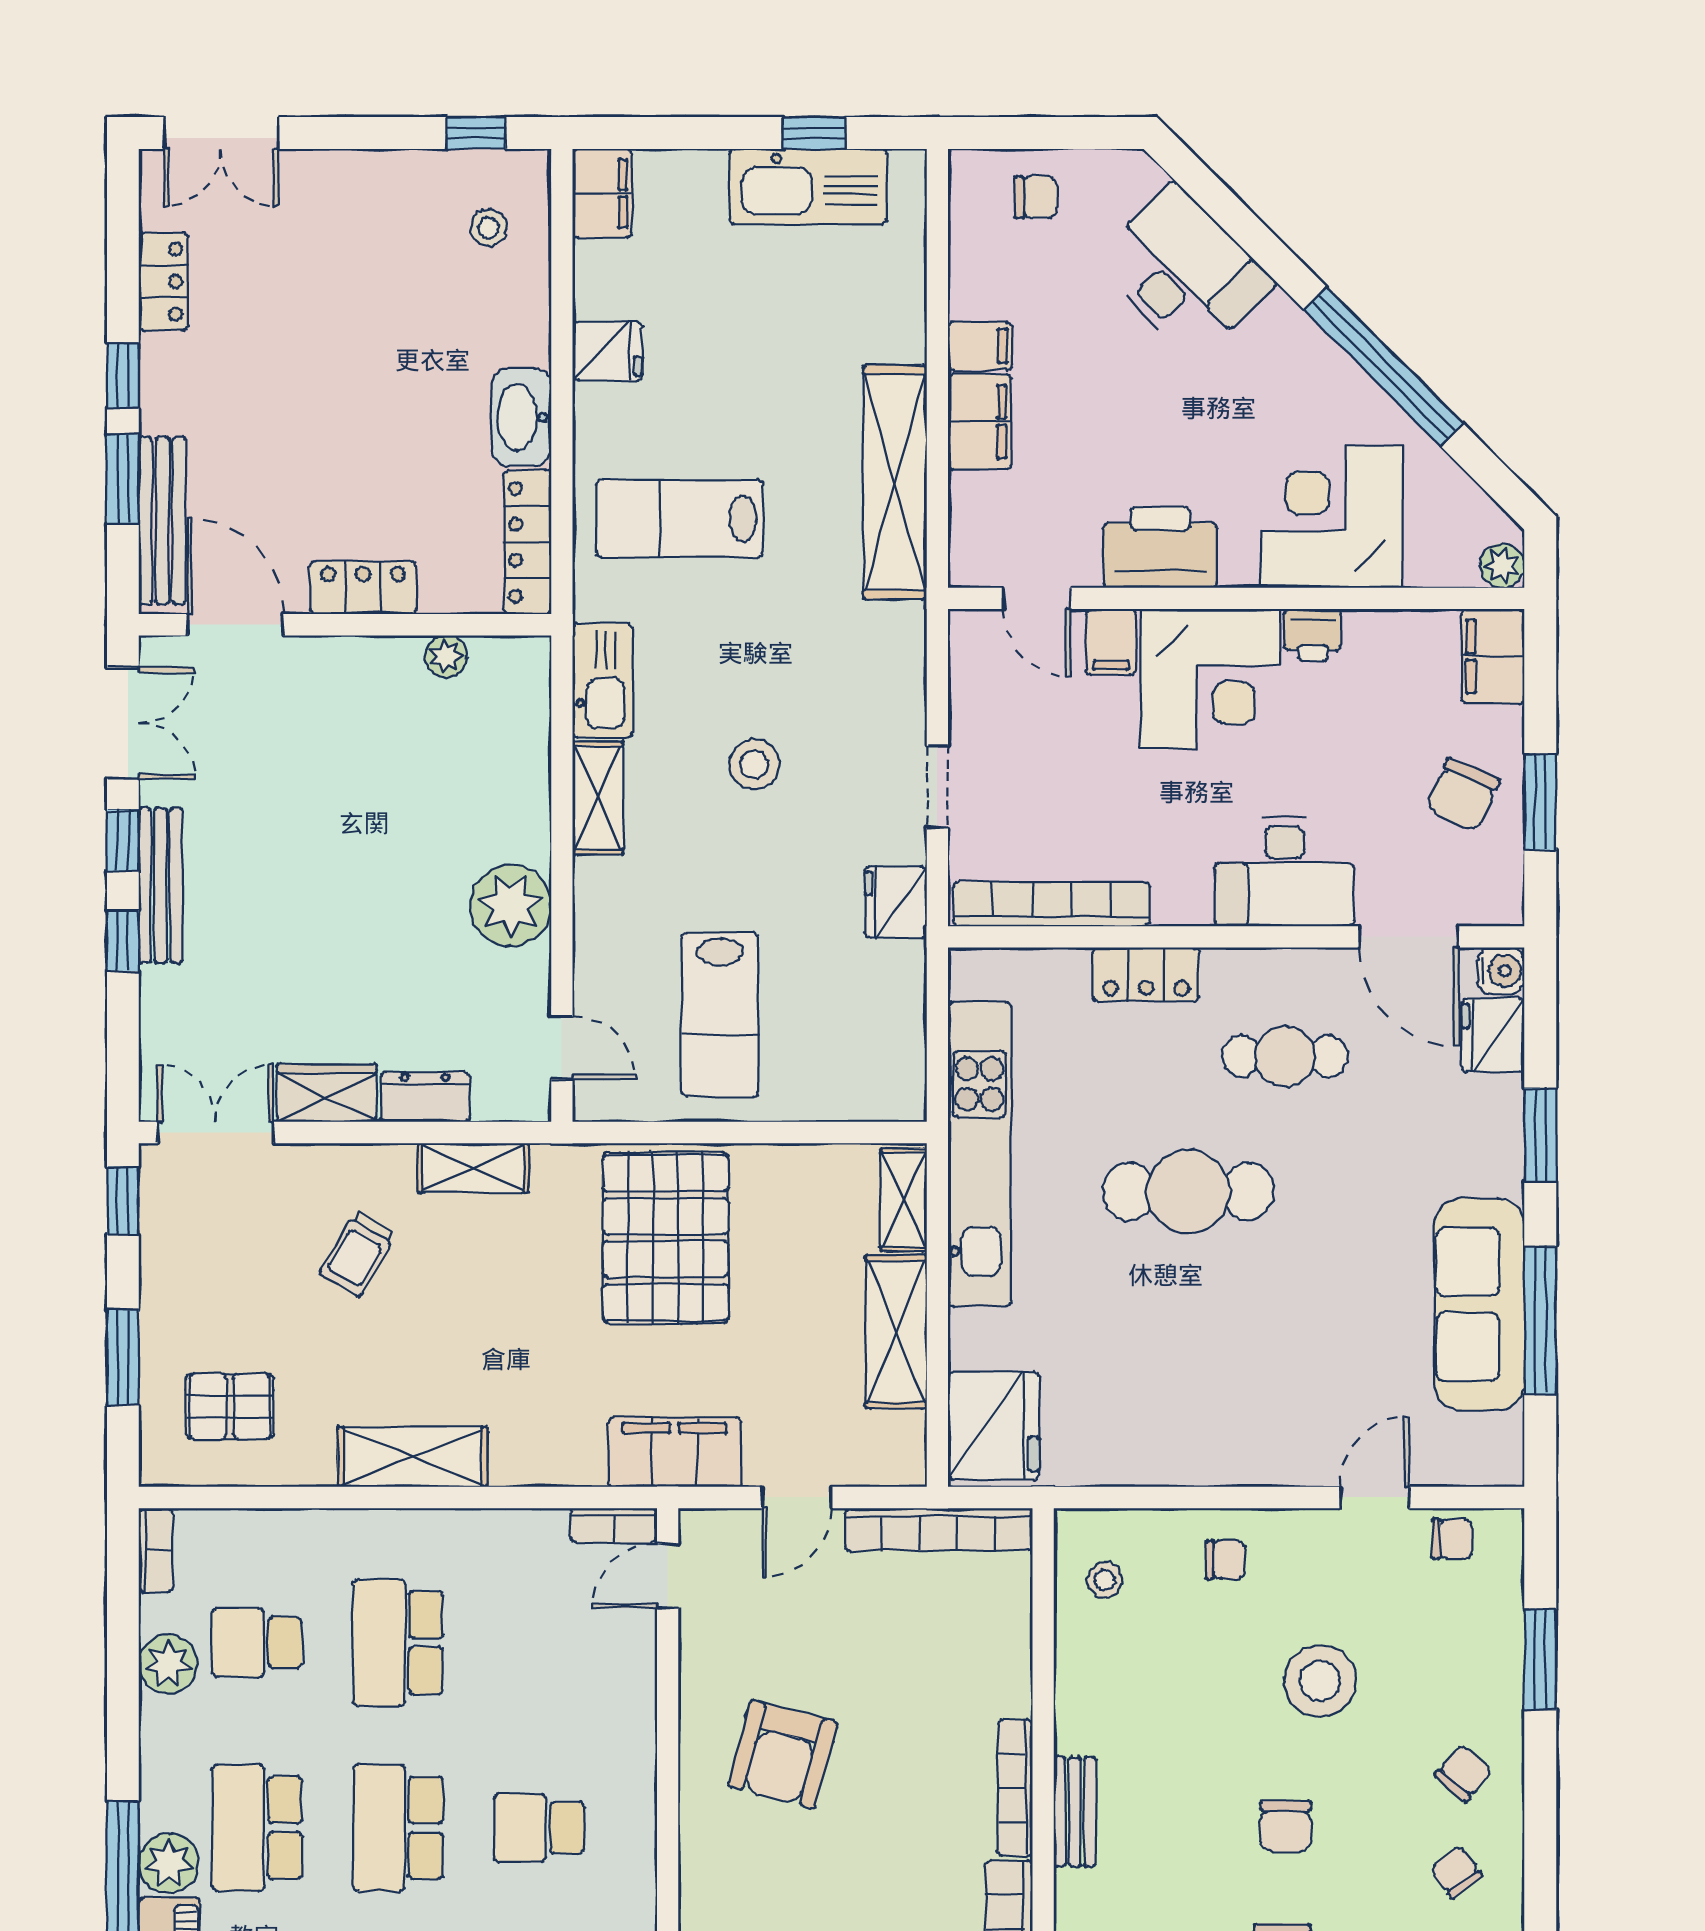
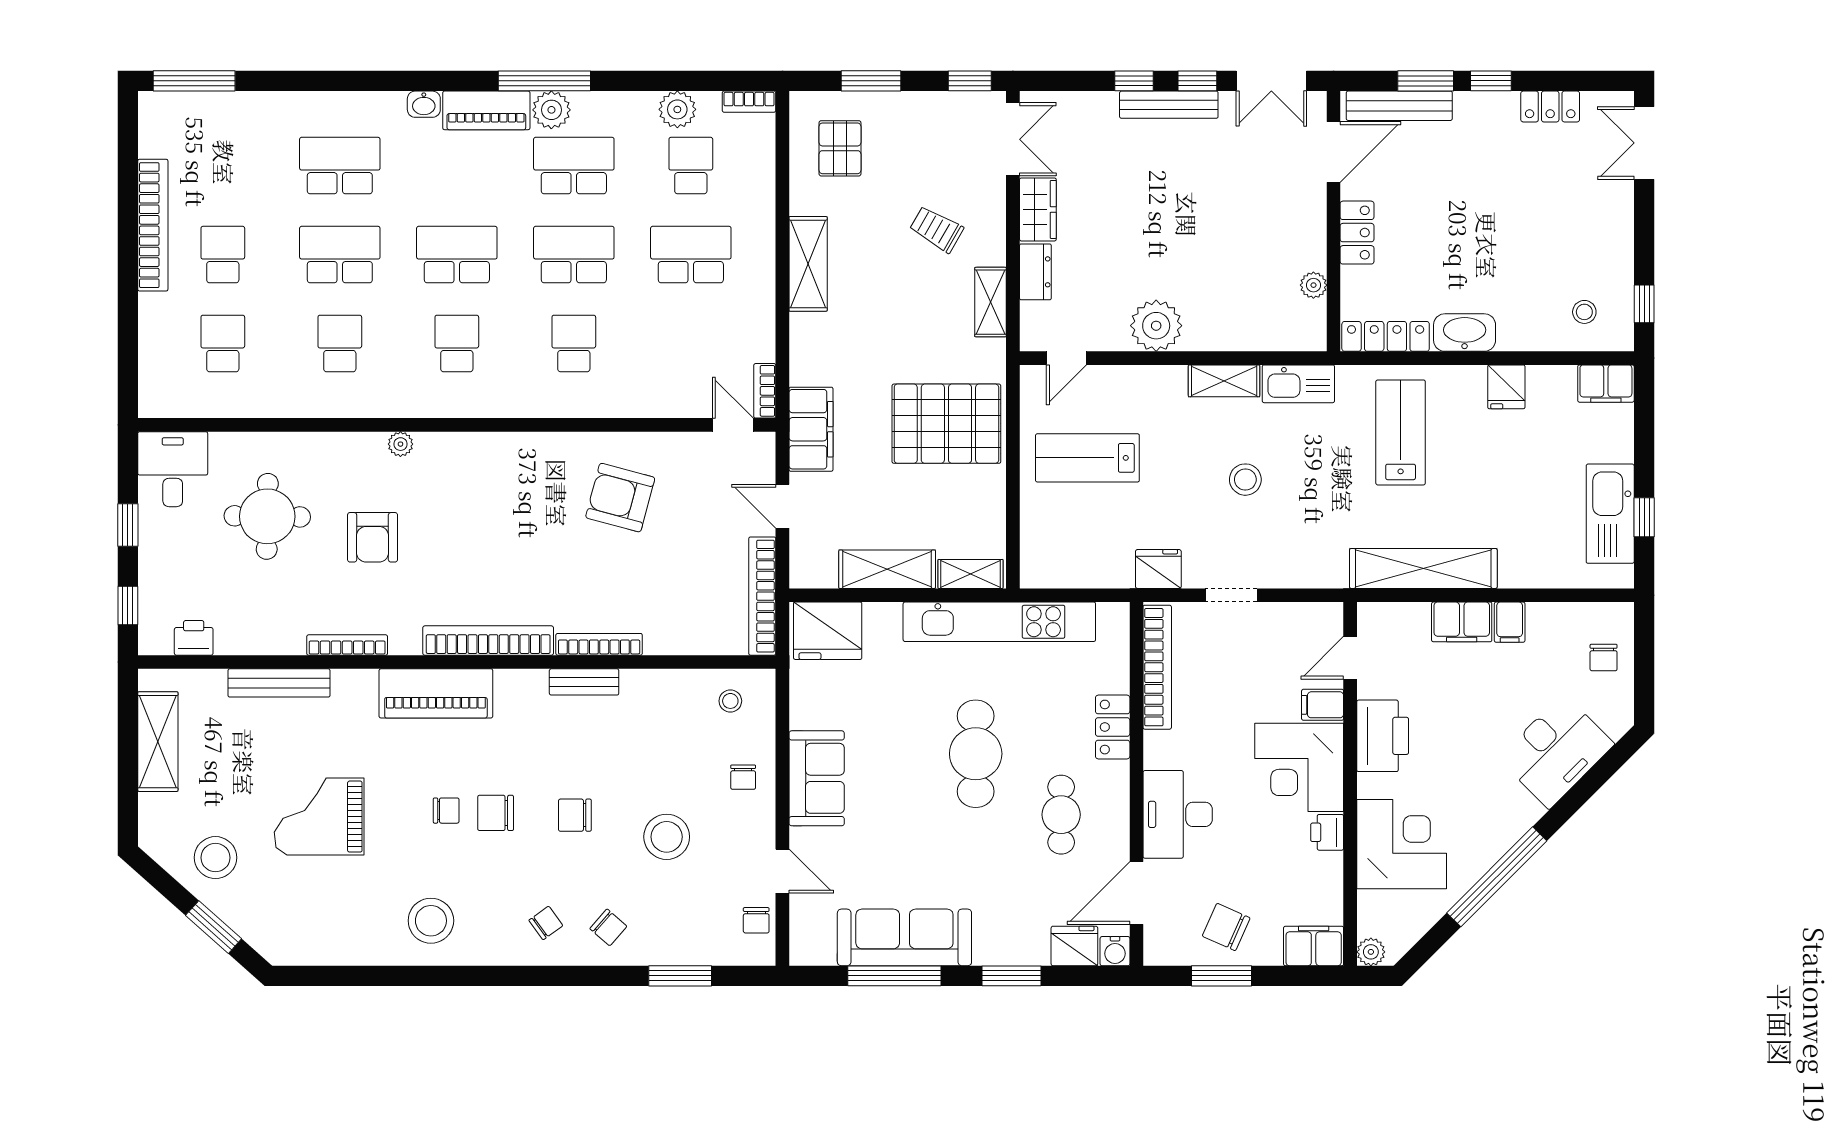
sofa: (1227, 1443) -> (817, 778), added

